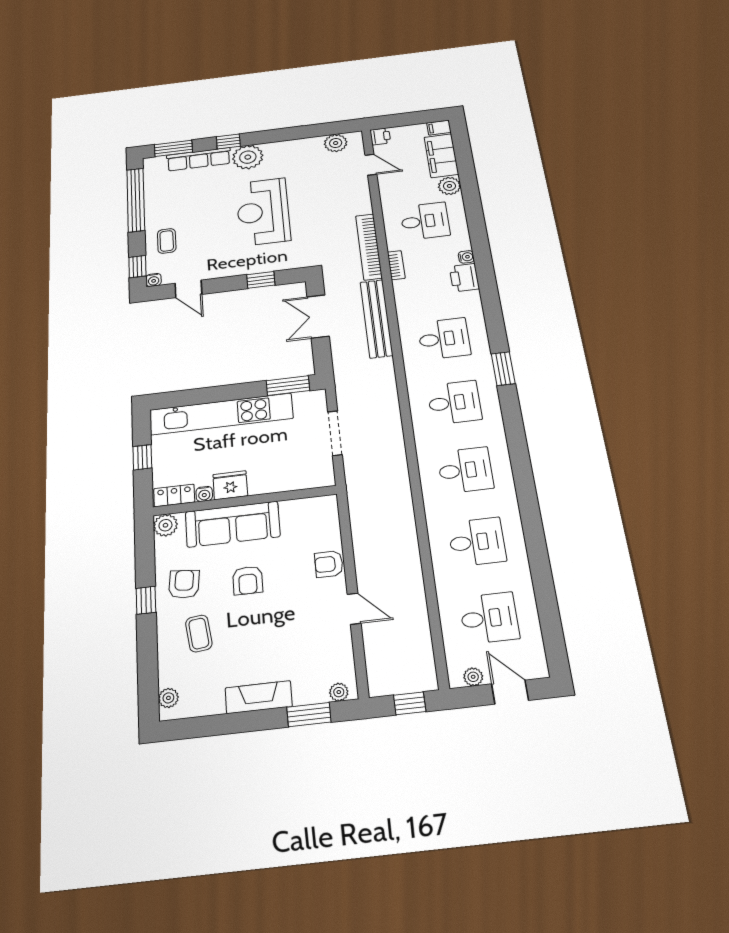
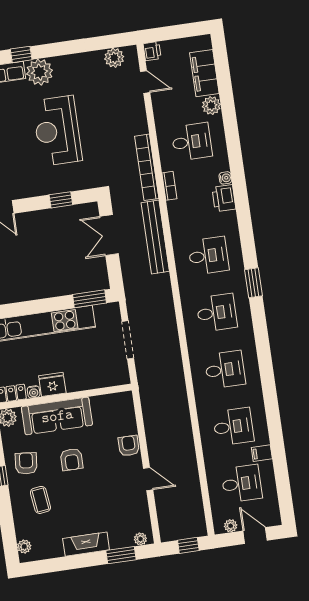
filing cabinet: (439, 128) -> (262, 453), moved
armchair: (329, 564) -> (129, 446), turned 90

